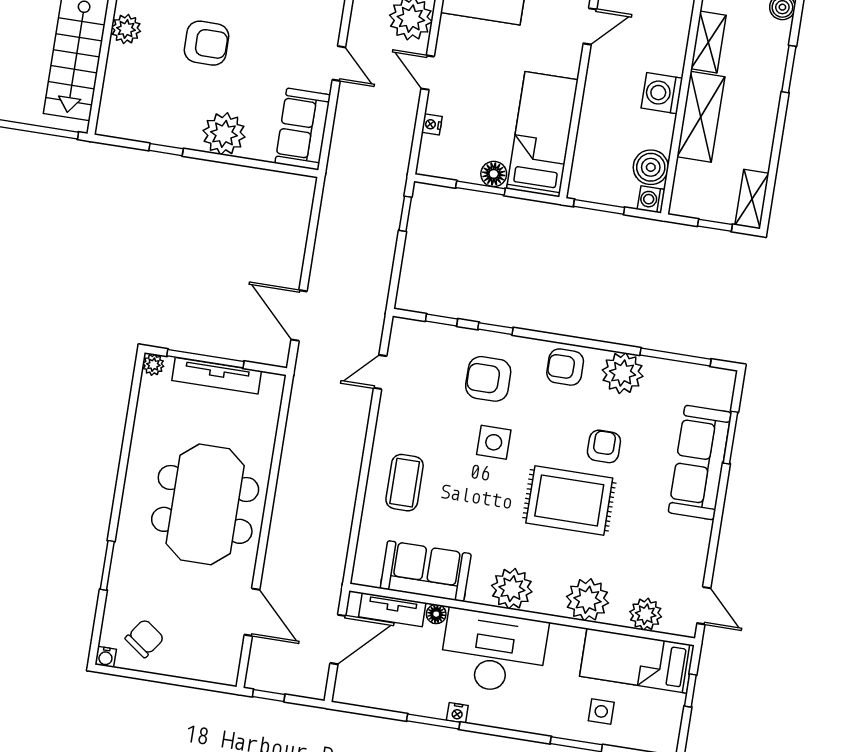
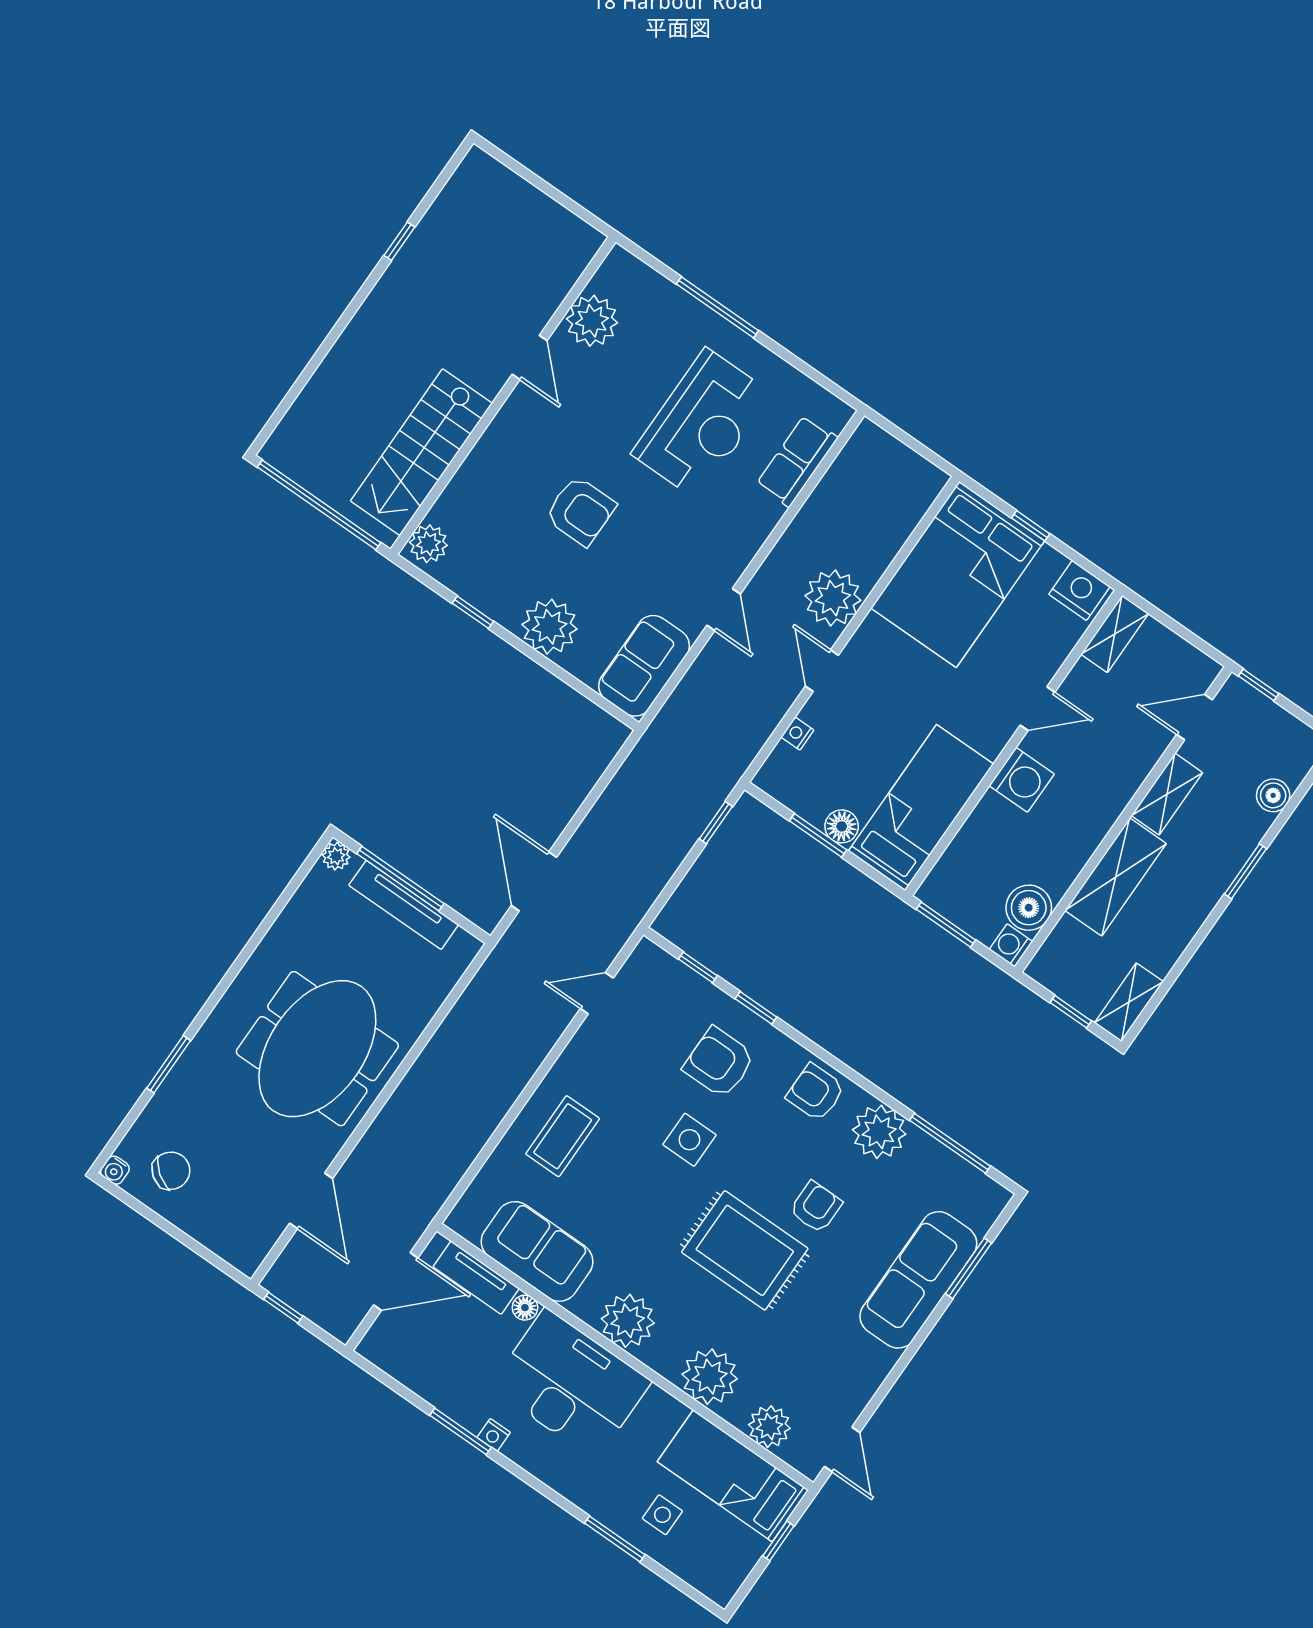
plant: (126, 29) -> (428, 544), moved
washing machine: (662, 93) -> (1022, 780), moved, turned 180

